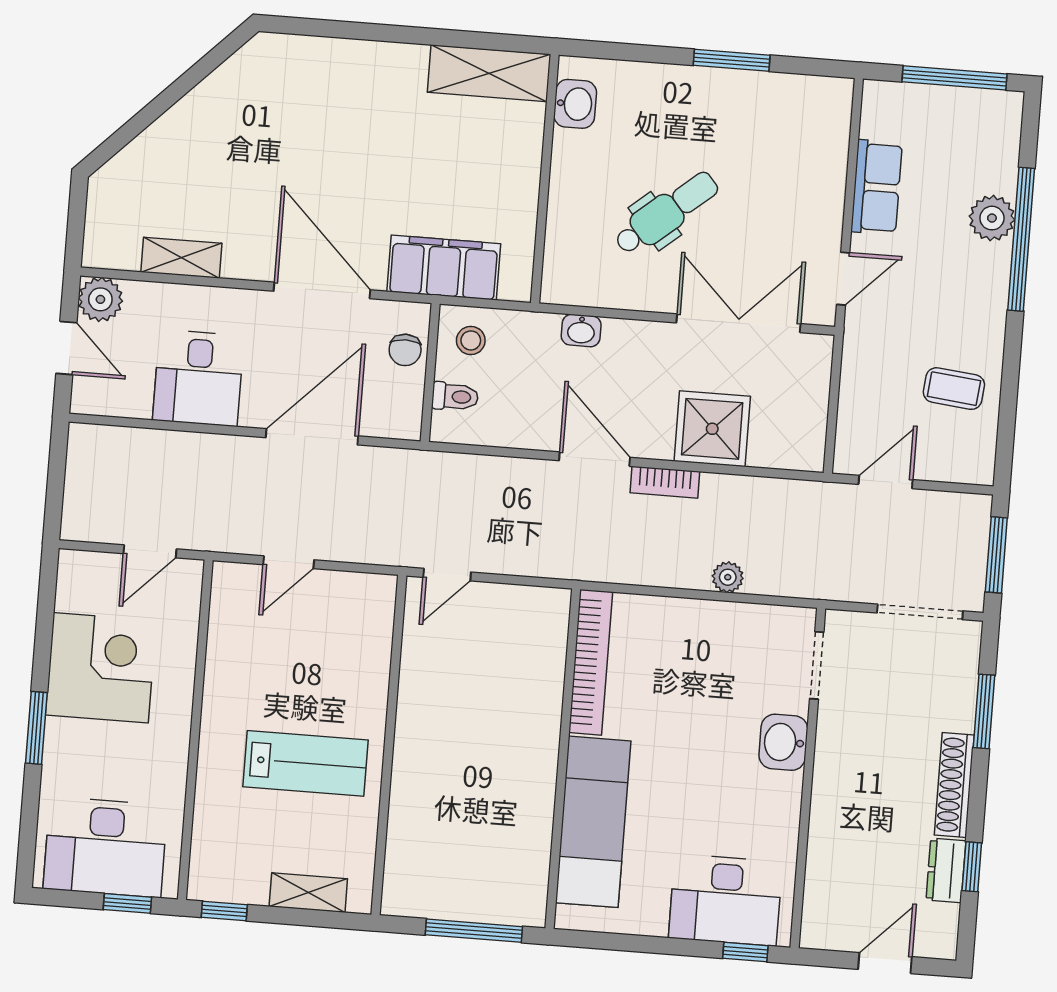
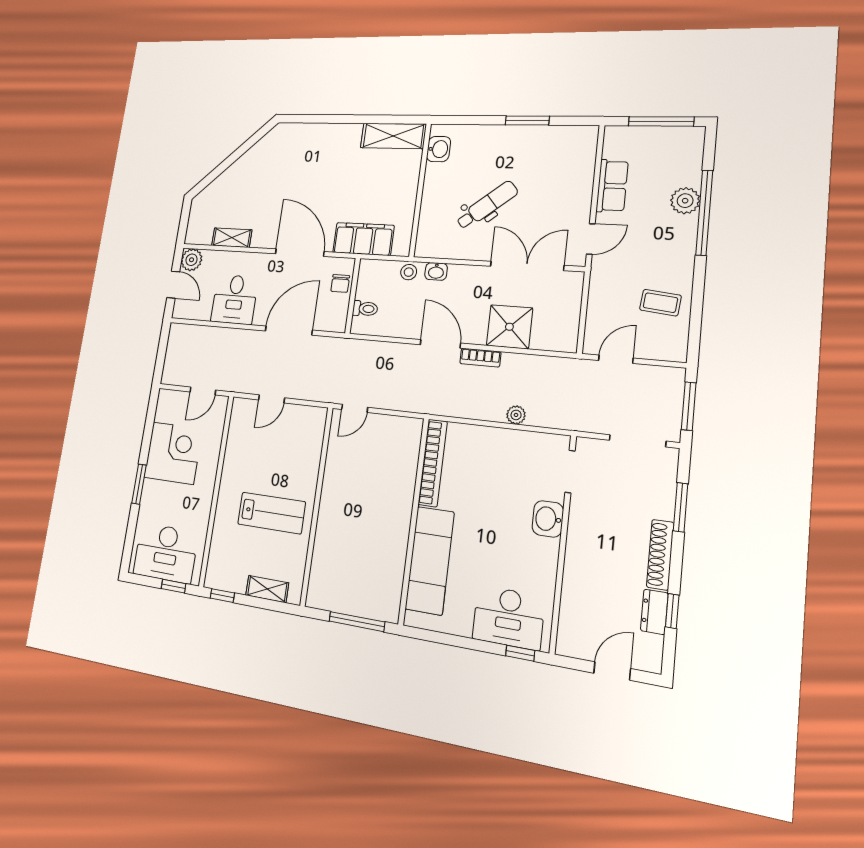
stool: (471, 340) -> (409, 272), moved

